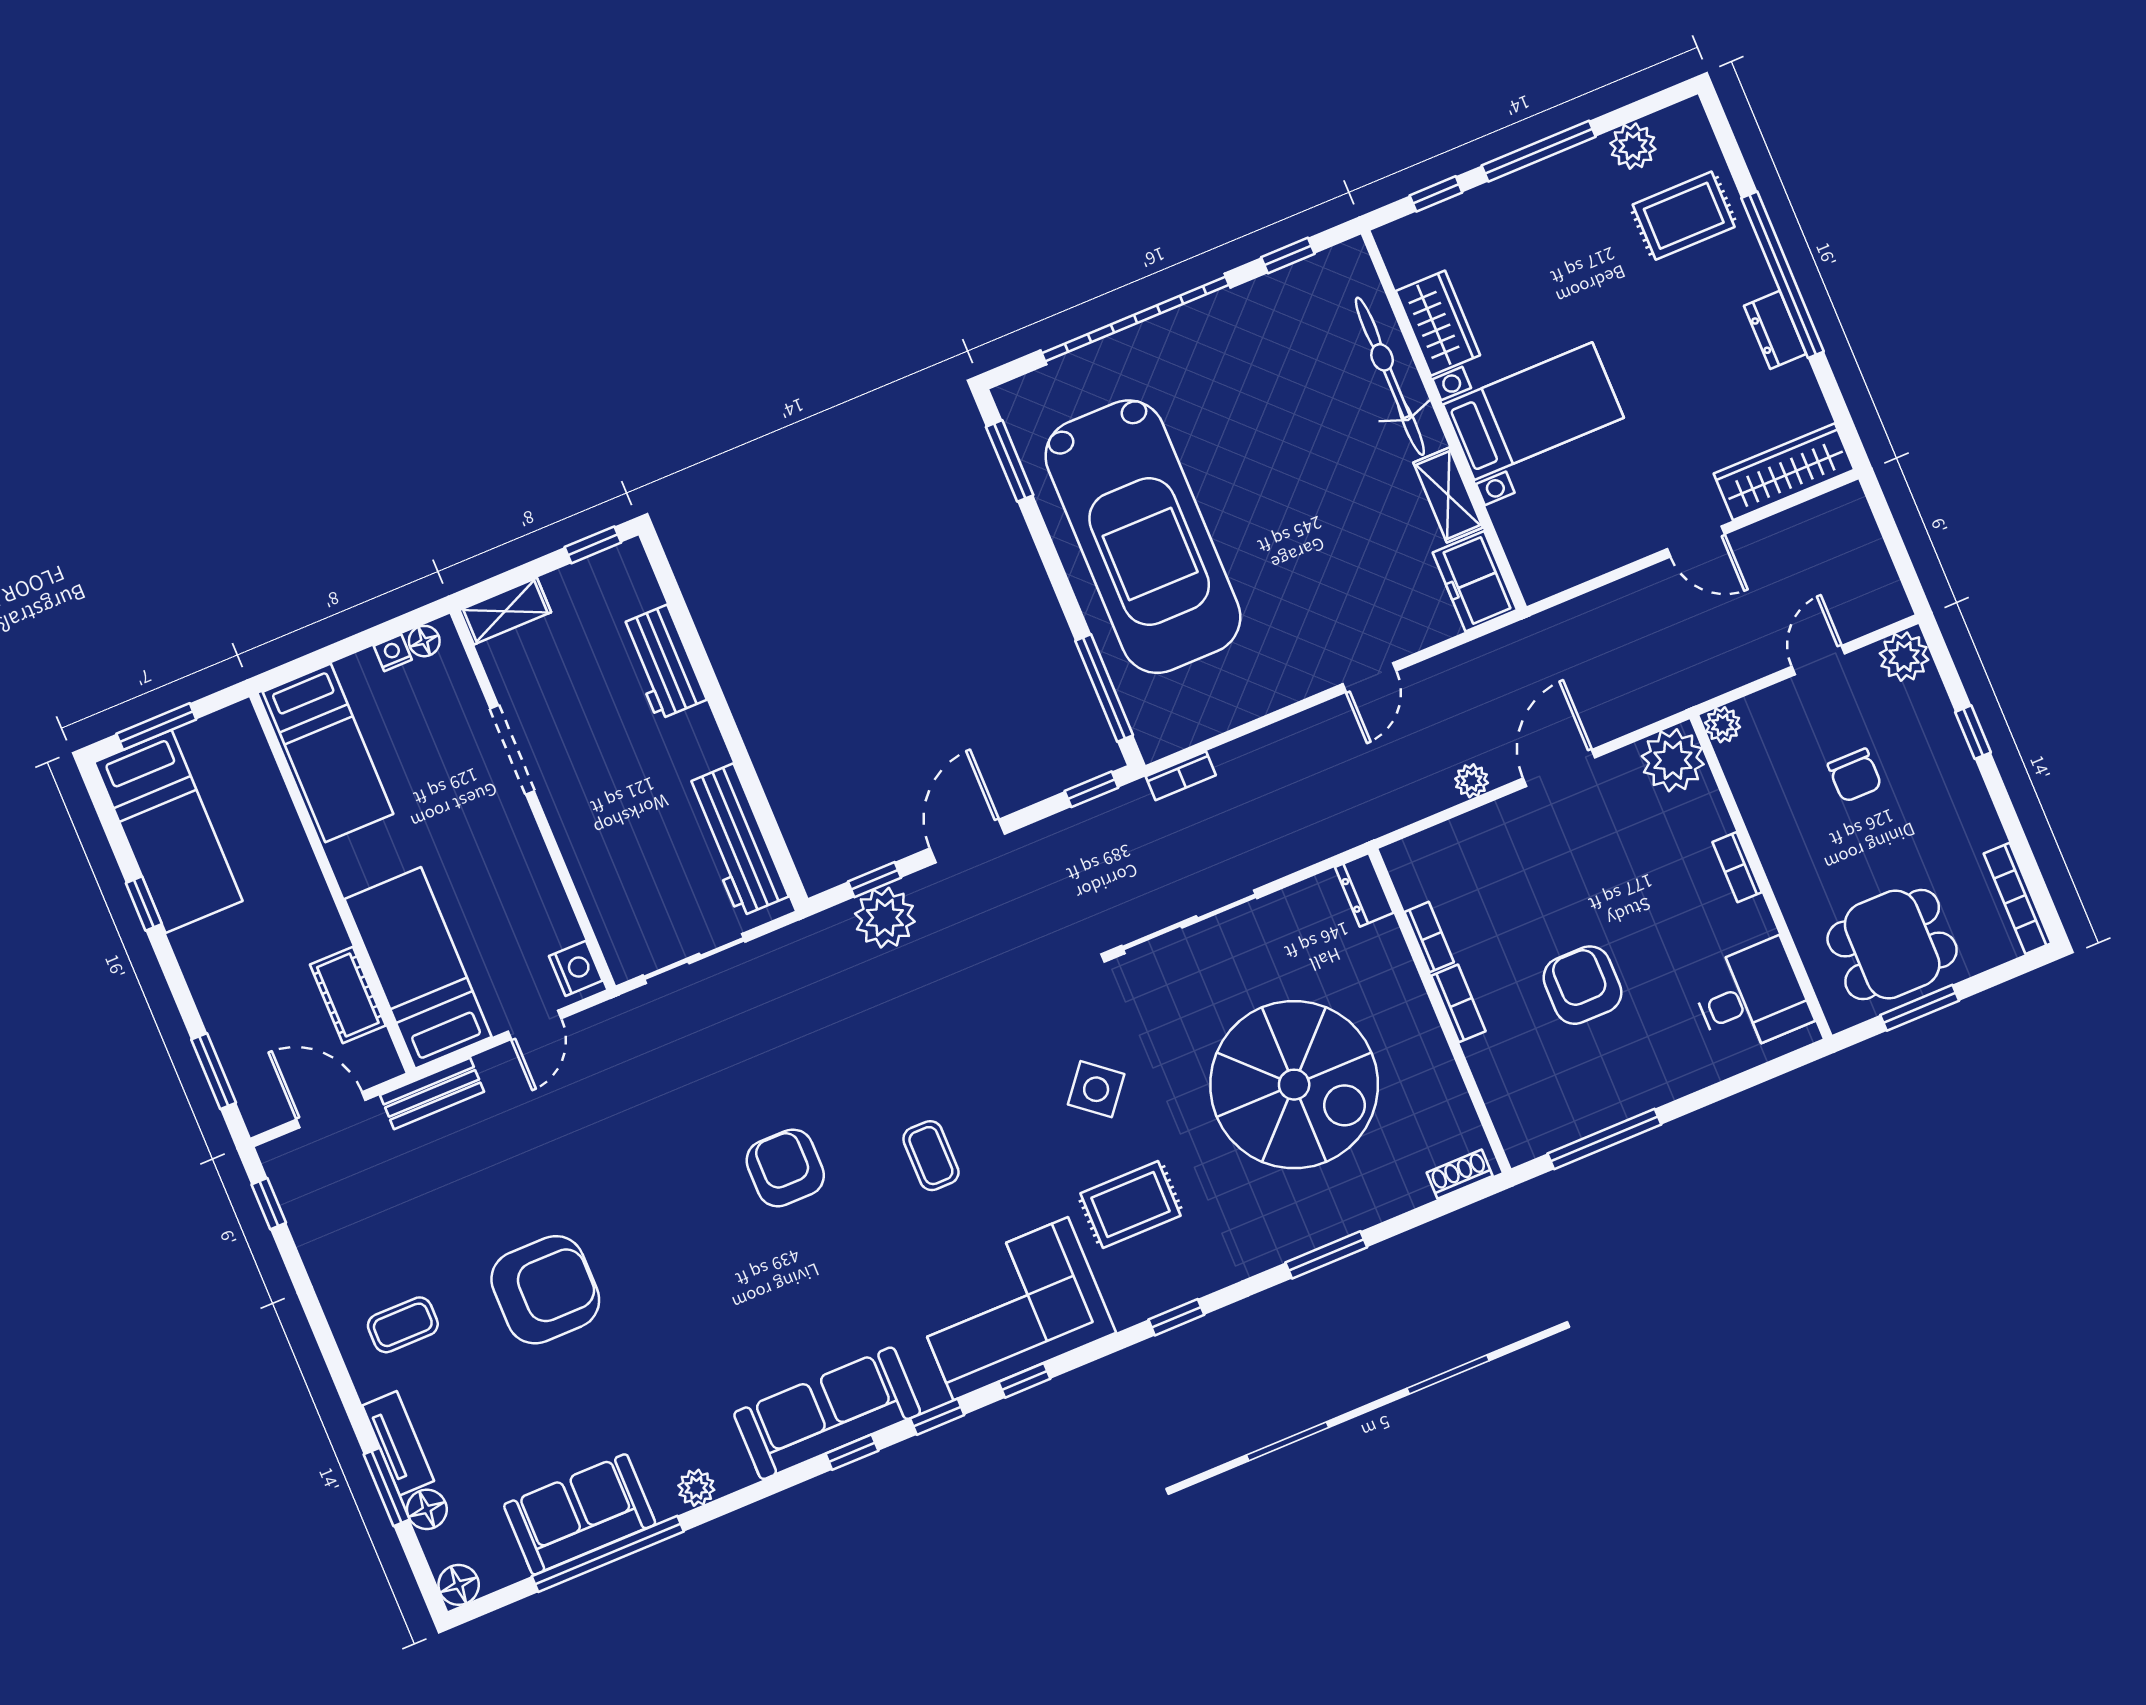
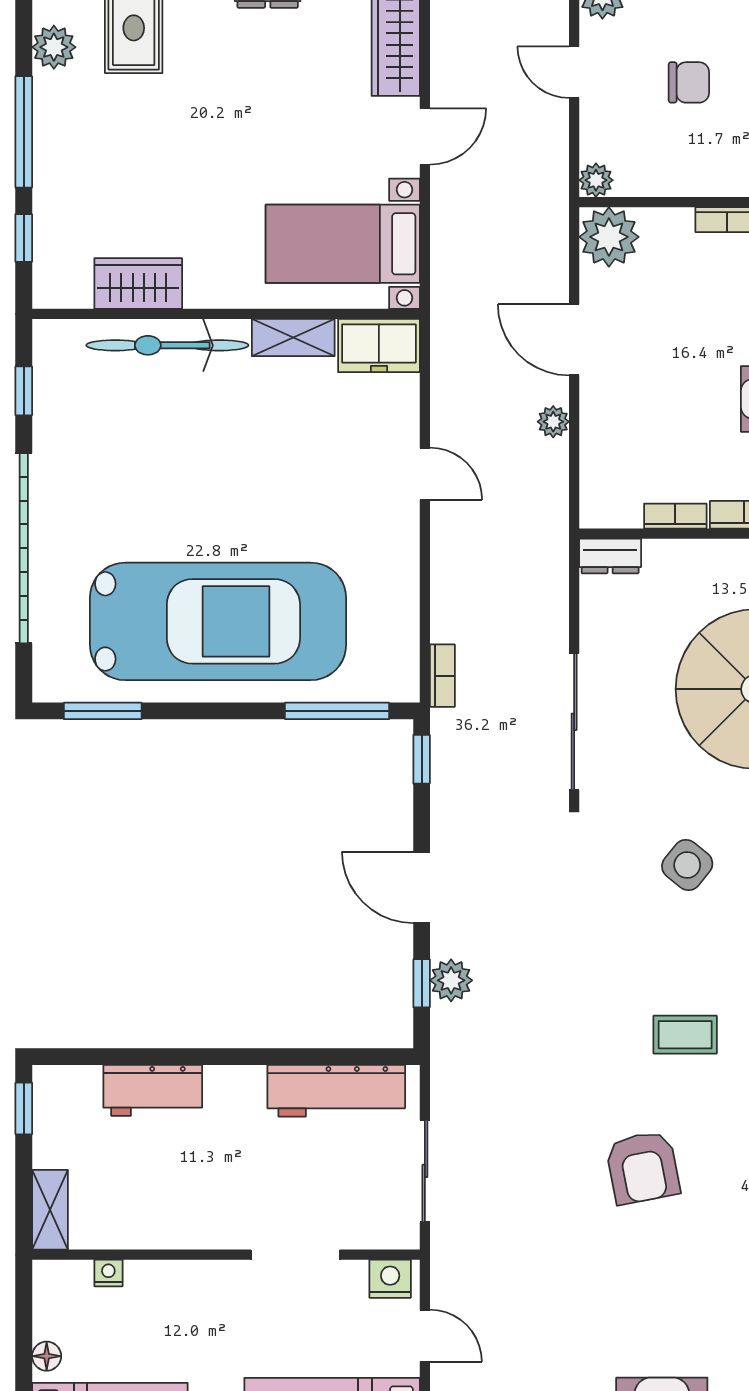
bed with nightstands: (1533, 411) -> (343, 244), moved, turned -90
floor lamp: (424, 641) -> (47, 1356), moved
nightstand: (393, 653) -> (108, 1273), moved, turned 90
doorway: (512, 750) -> (295, 1255), moved
plant: (885, 918) -> (451, 980), width x0.73, depth x0.73
armchair: (785, 1168) -> (643, 1167), turned -101

